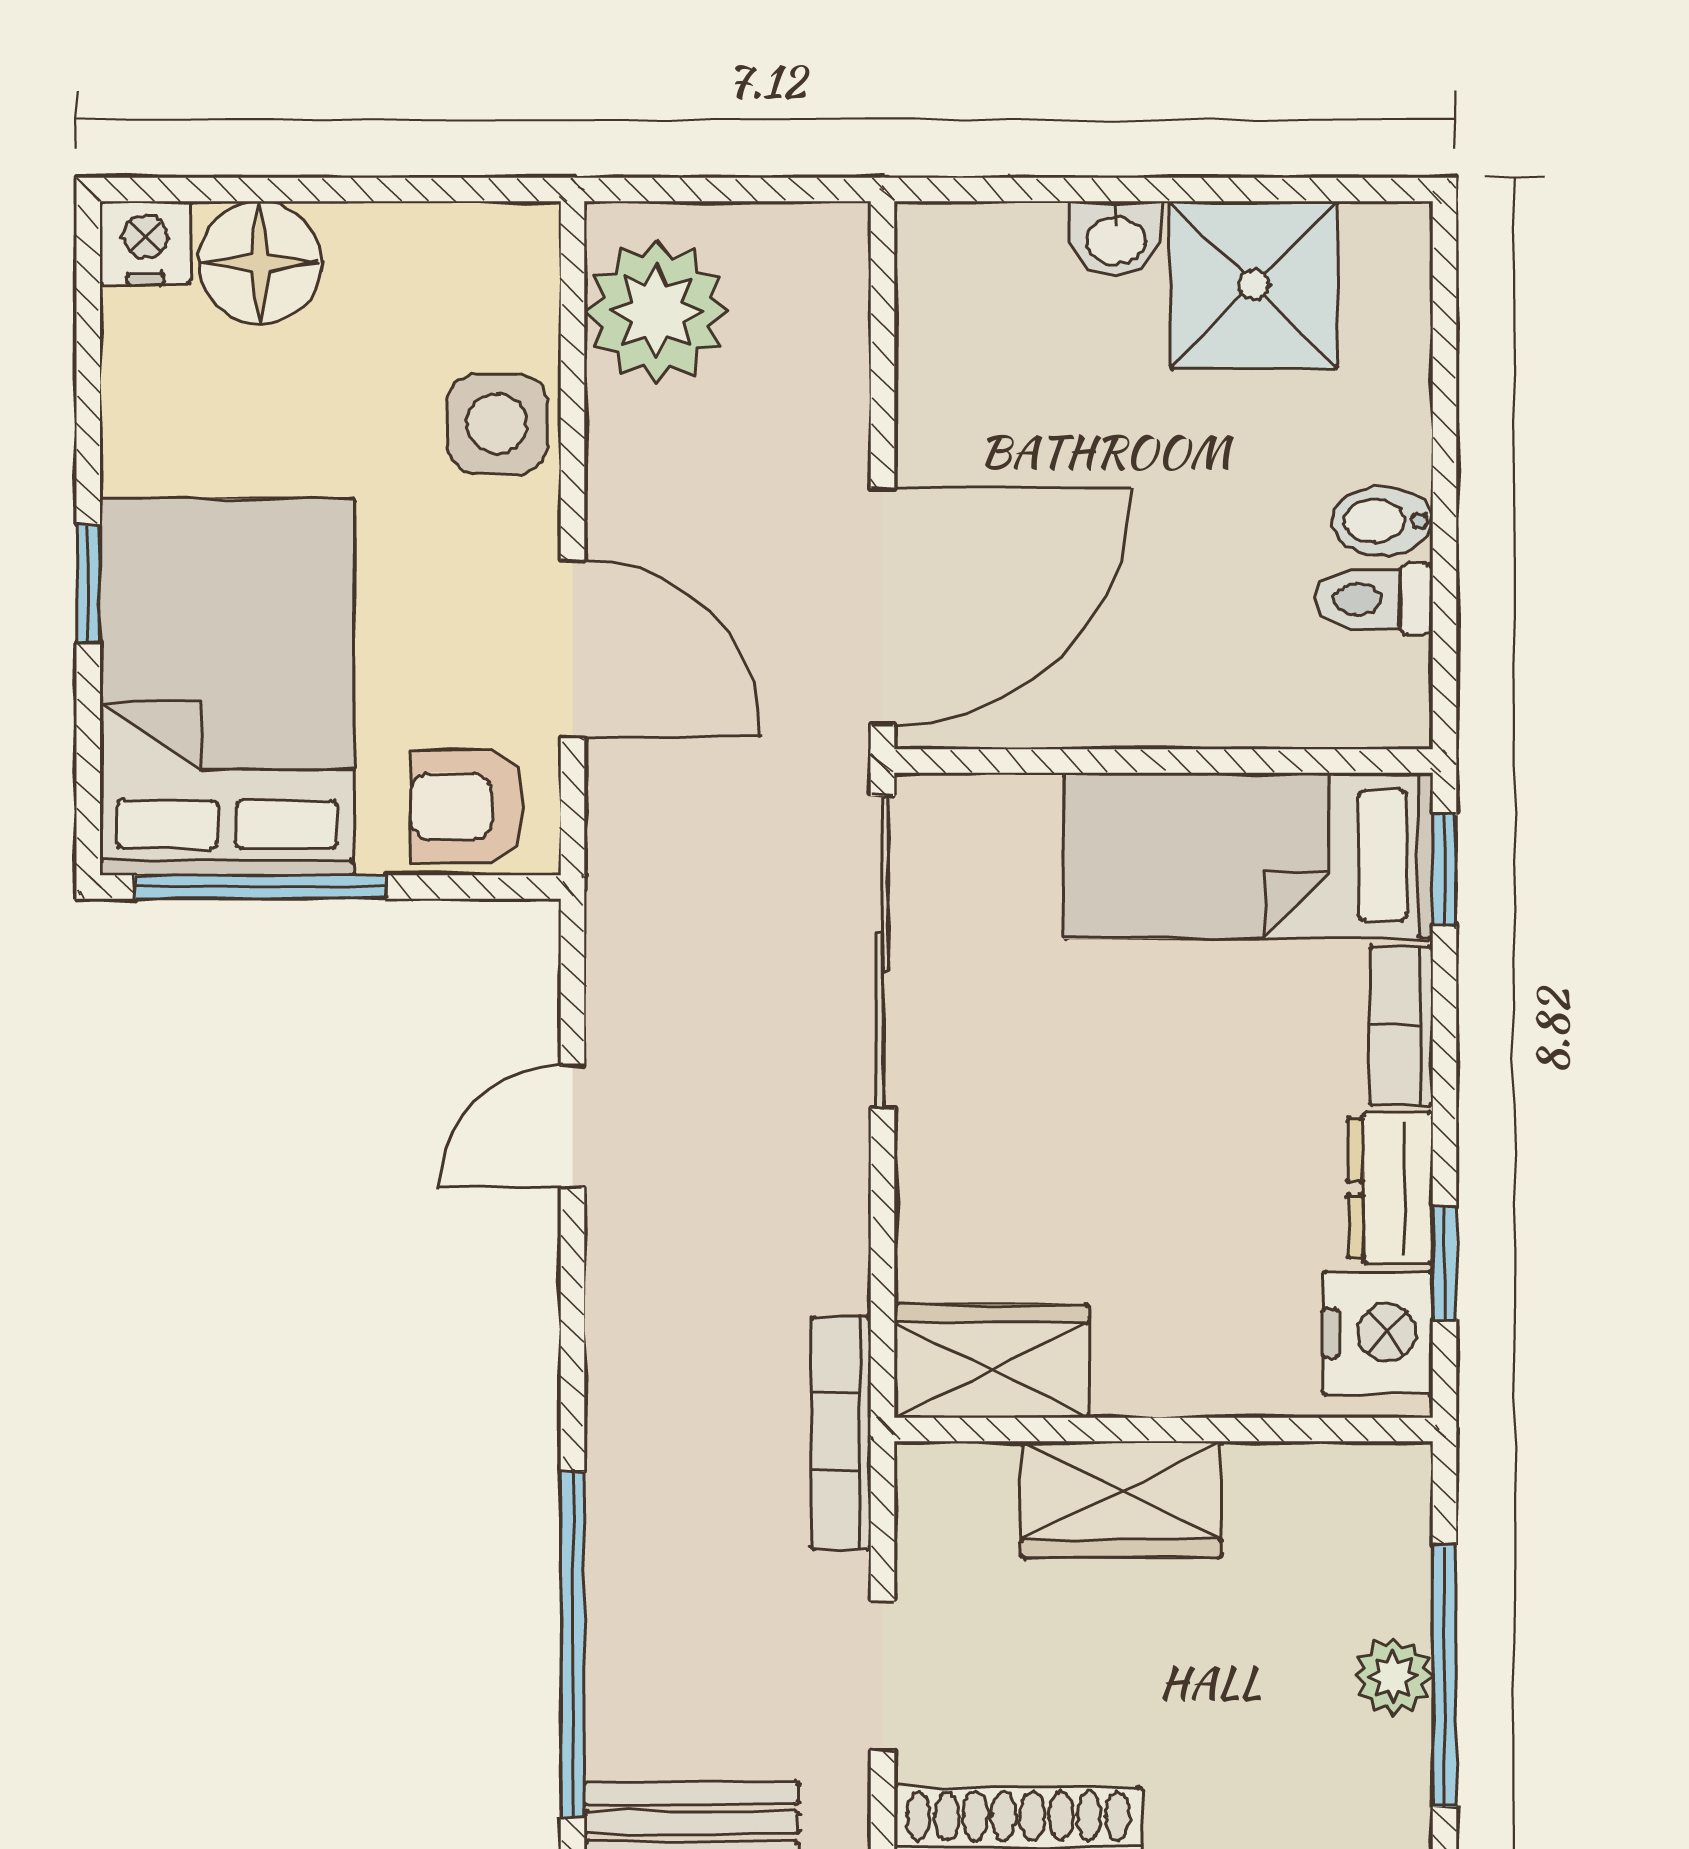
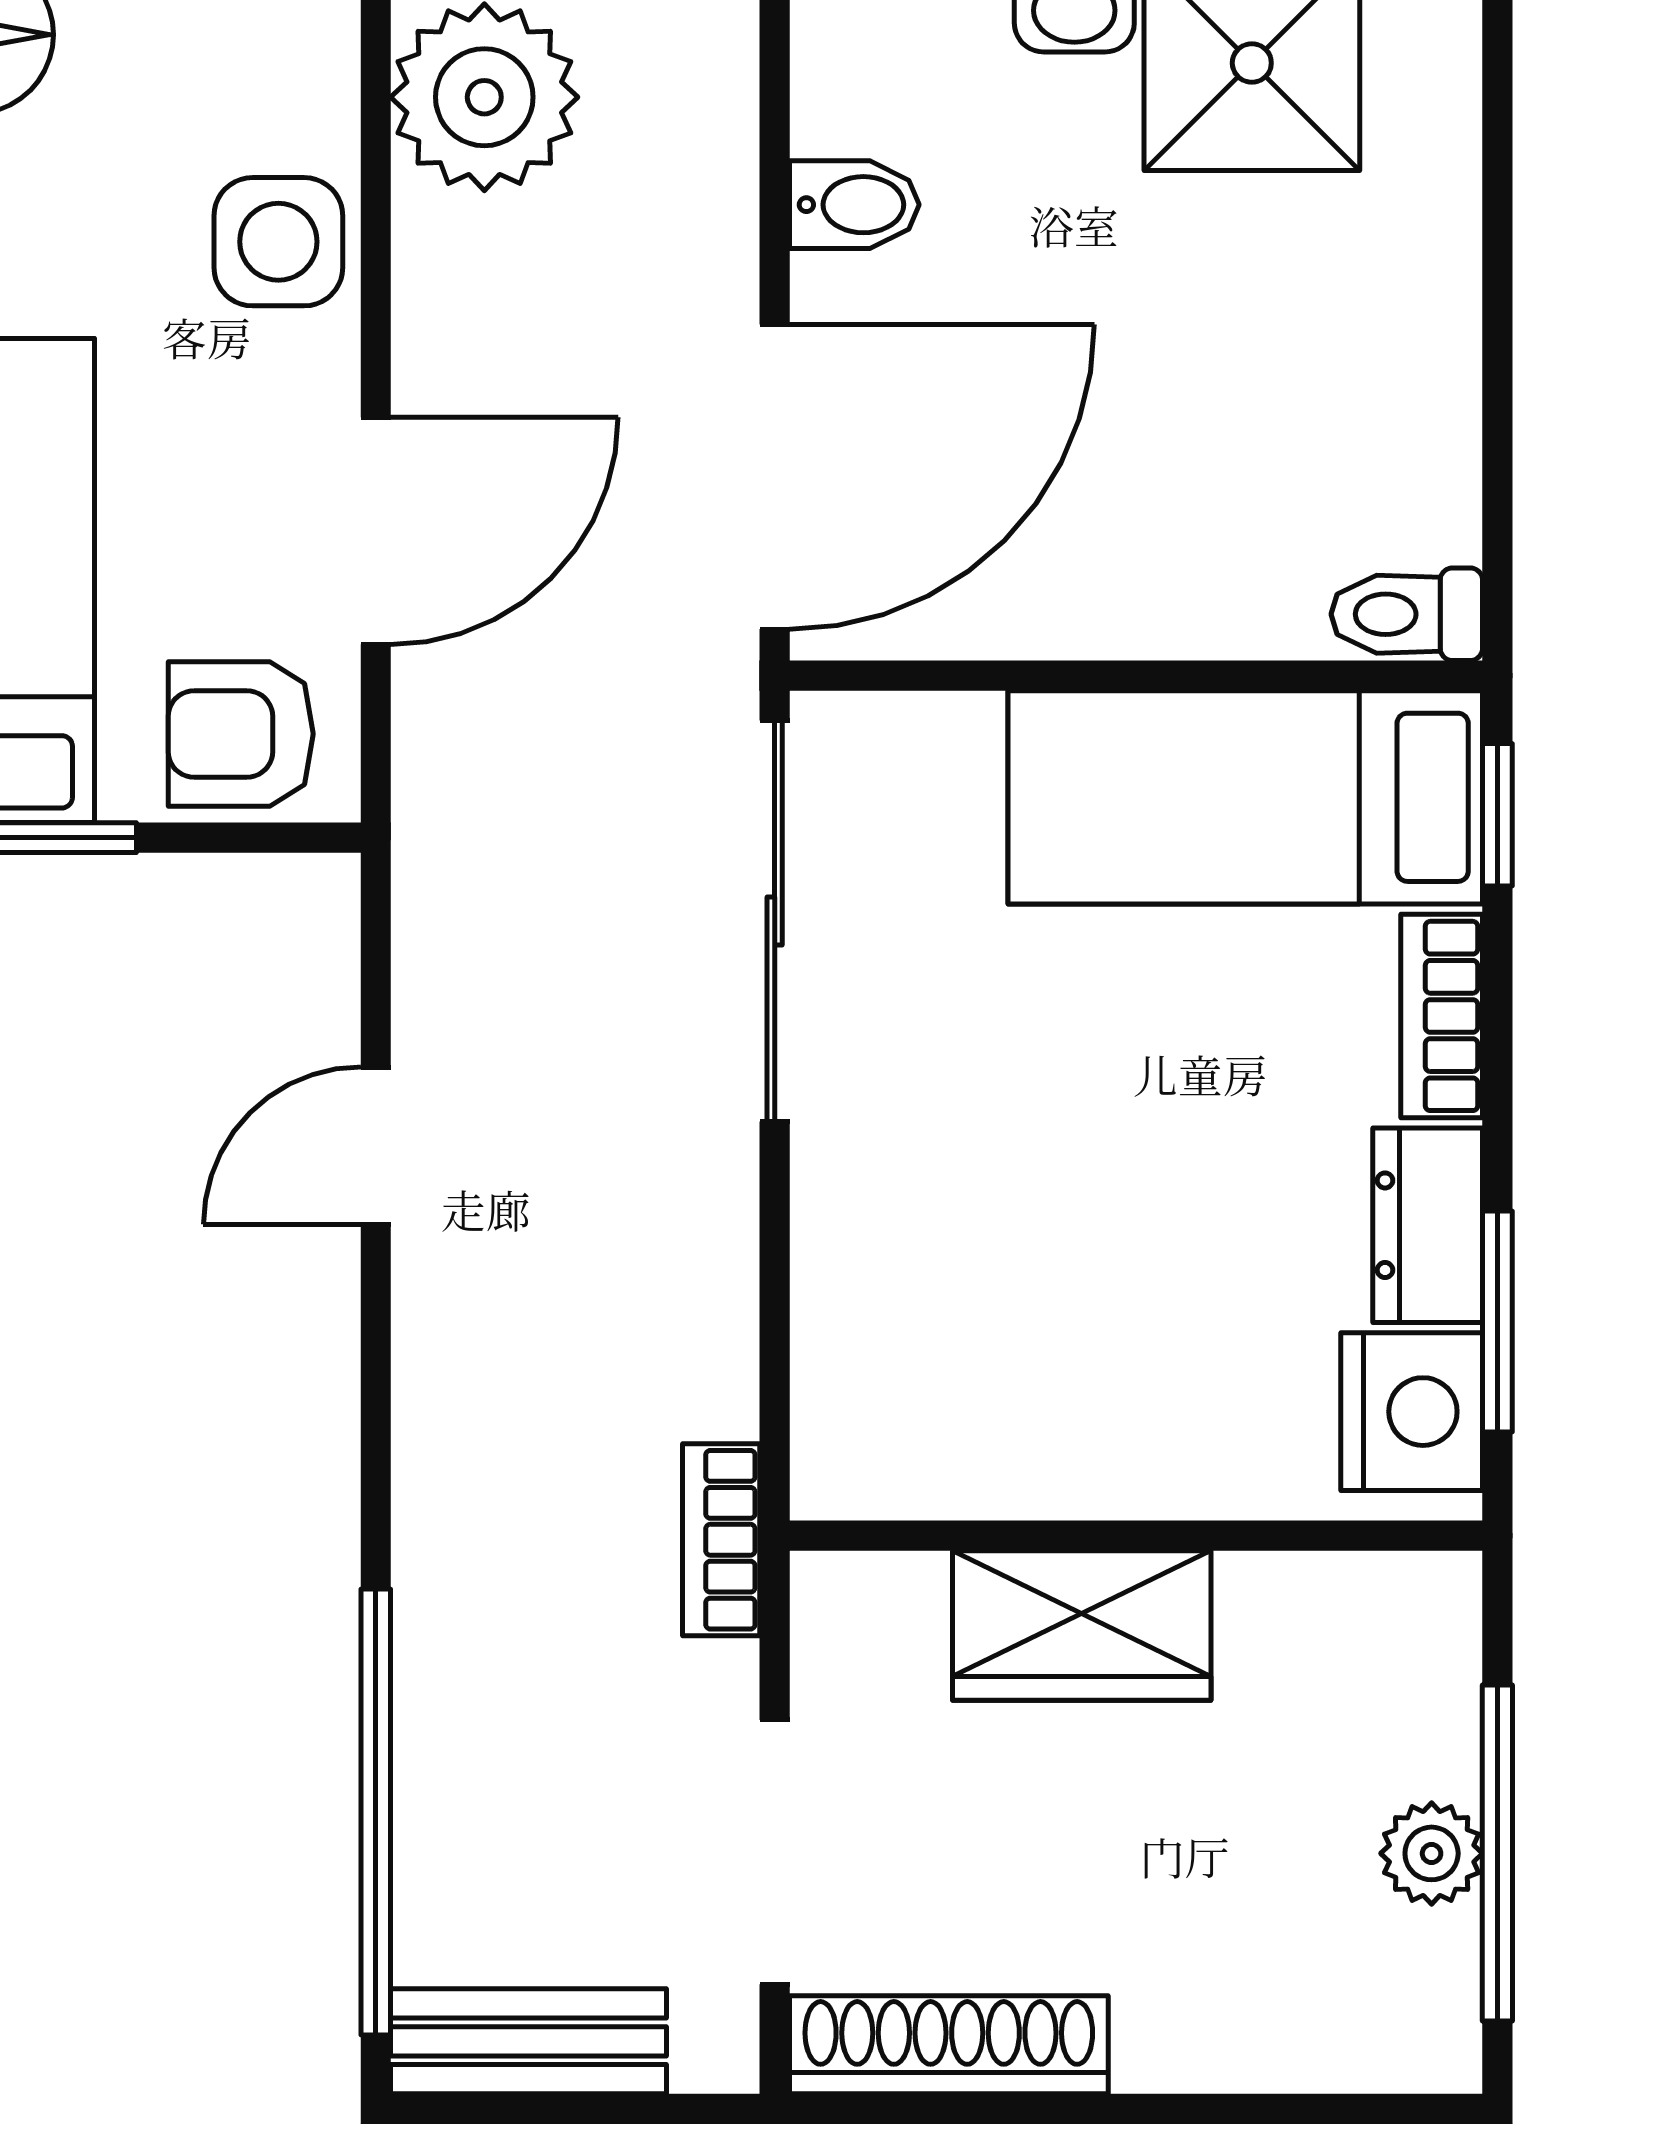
bidet: (1382, 521) -> (854, 205), moved, turned 180
toilet: (1374, 599) -> (1407, 614), moved
door: (573, 648) -> (376, 531), hinge flipped
window: (1444, 1263) -> (1497, 1321), width x1.50
wardrobe: (992, 1361) -> (915, 1448), removed
bookcase: (841, 1433) -> (721, 1540), width x0.64
doorway: (883, 1675) -> (775, 1852), width x1.38

